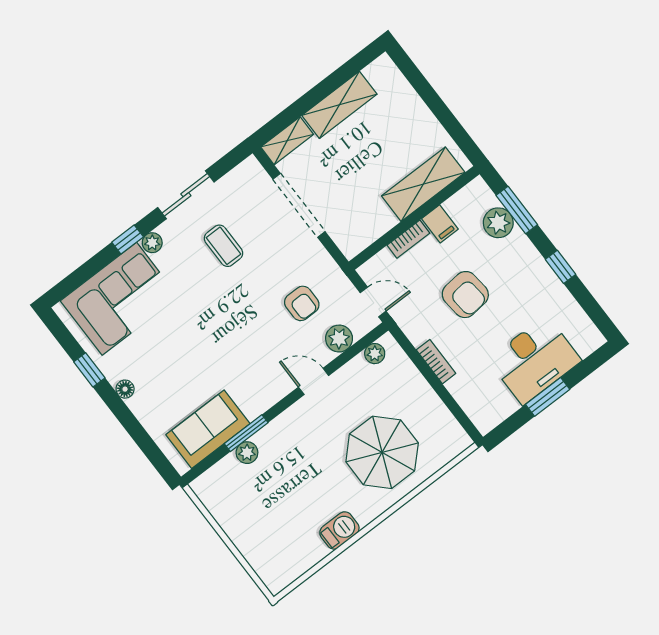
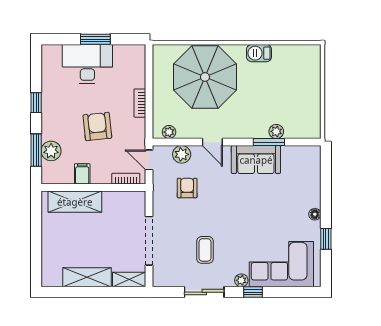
bookcase: (408, 239) -> (126, 179), moved
sofa: (208, 429) -> (256, 160), moved
parasol: (382, 452) -> (205, 77), width x1.36, depth x1.36

